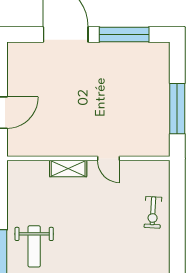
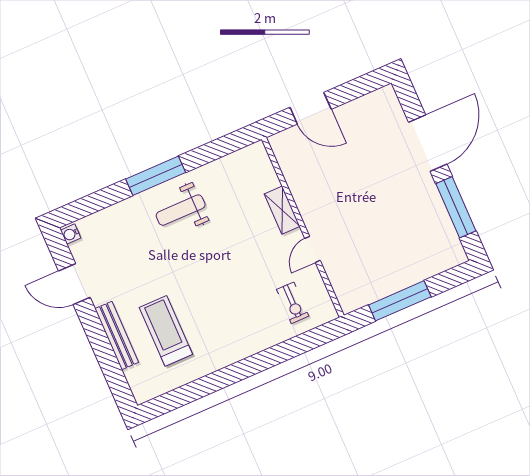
exercise bike: (153, 212) -> (293, 303), moved, turned -93

